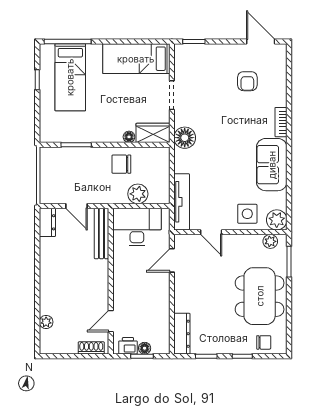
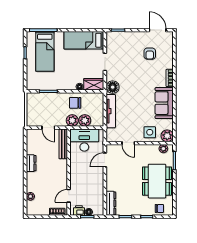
plant: (117, 194) -> (72, 120), added
tv unit: (182, 202) -> (111, 111), moved
dresser: (47, 222) -> (31, 163), moved

